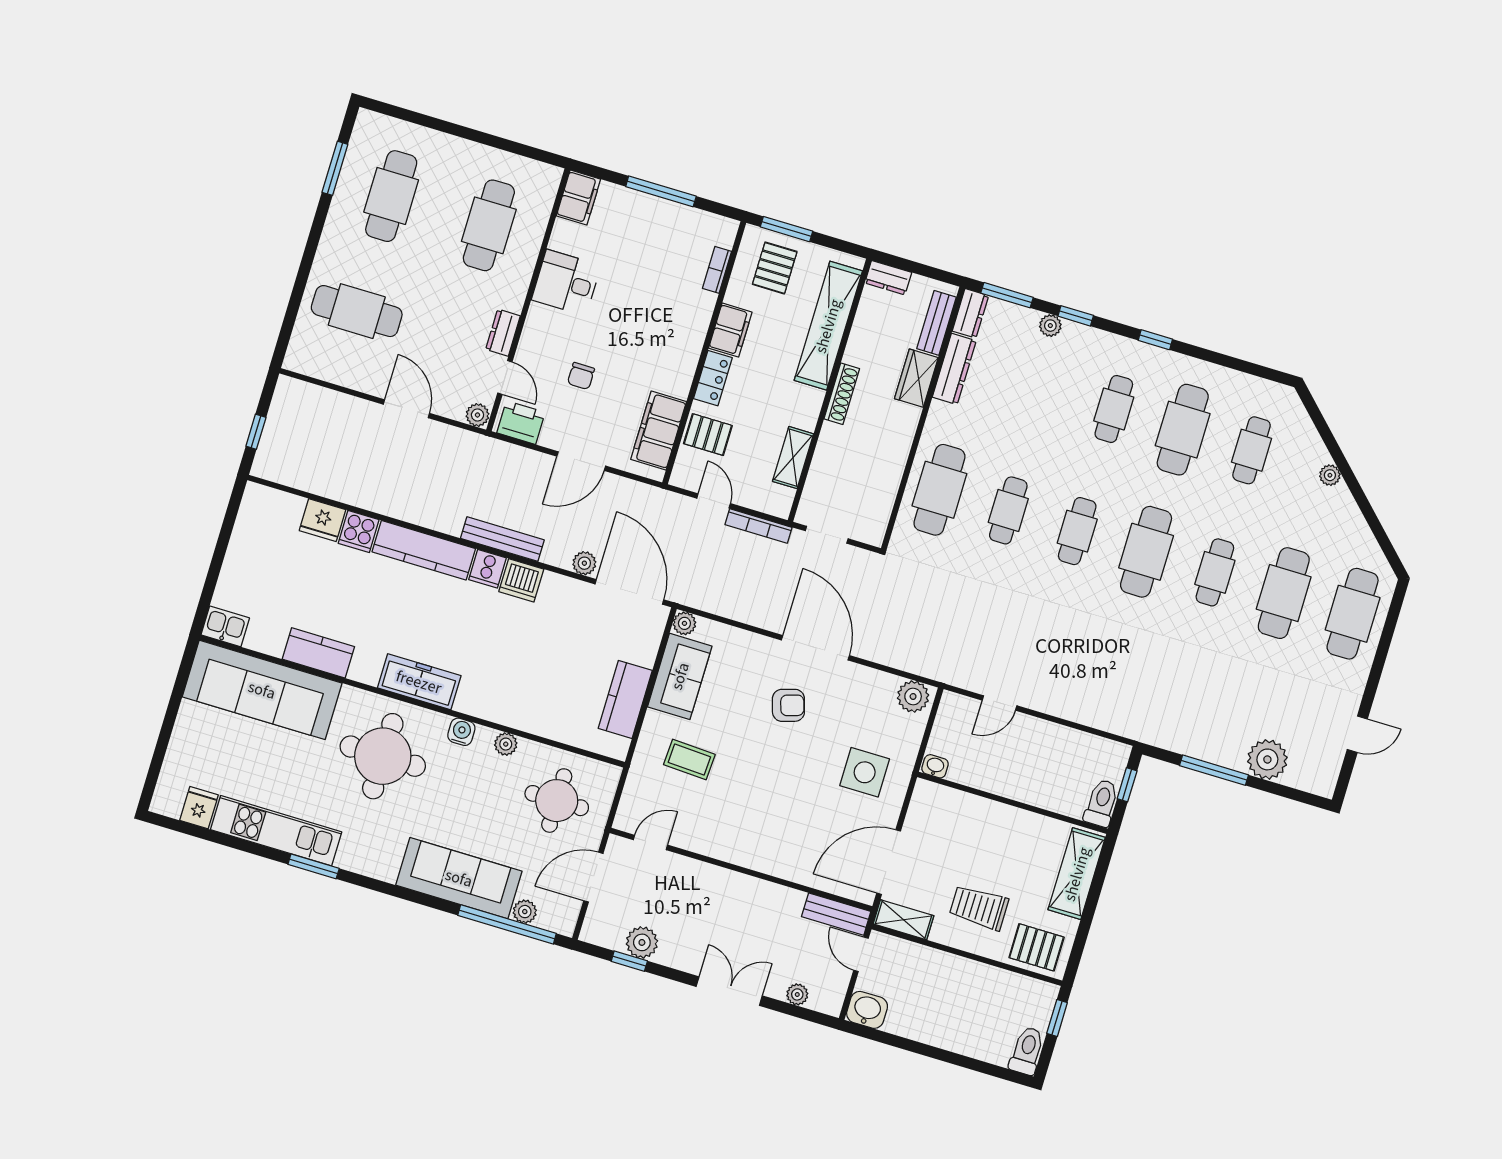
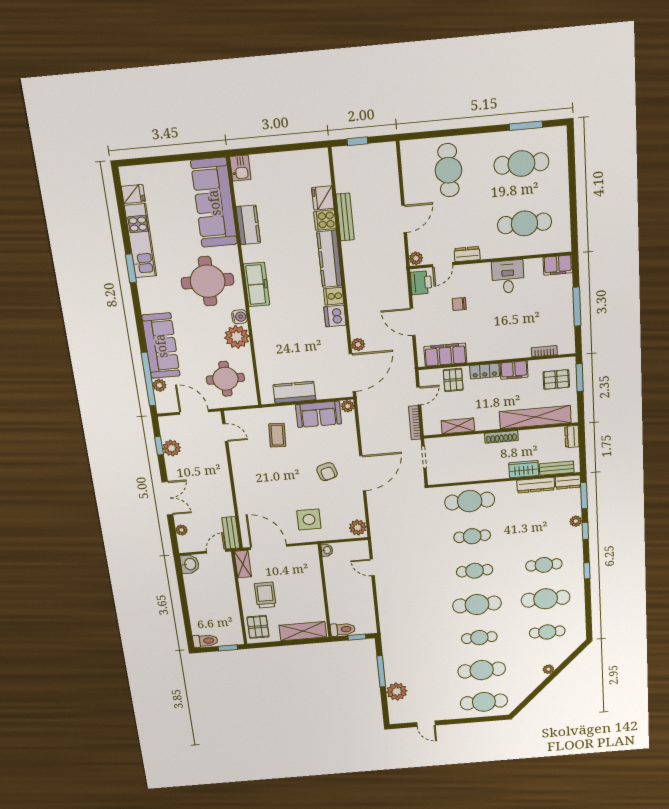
bench: (502, 539) -> (345, 217), moved
plant: (506, 744) -> (237, 337), width x1.88, depth x1.88

